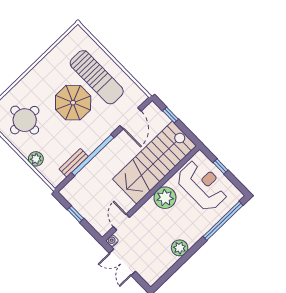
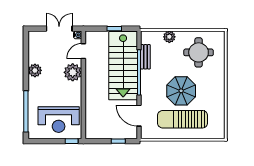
stairs: (155, 163) -> (123, 66), moved, turned 180
window: (221, 166) -> (72, 141), moved
plant: (165, 198) -> (73, 72), moved
door: (121, 222) -> (83, 51), swing flipped

